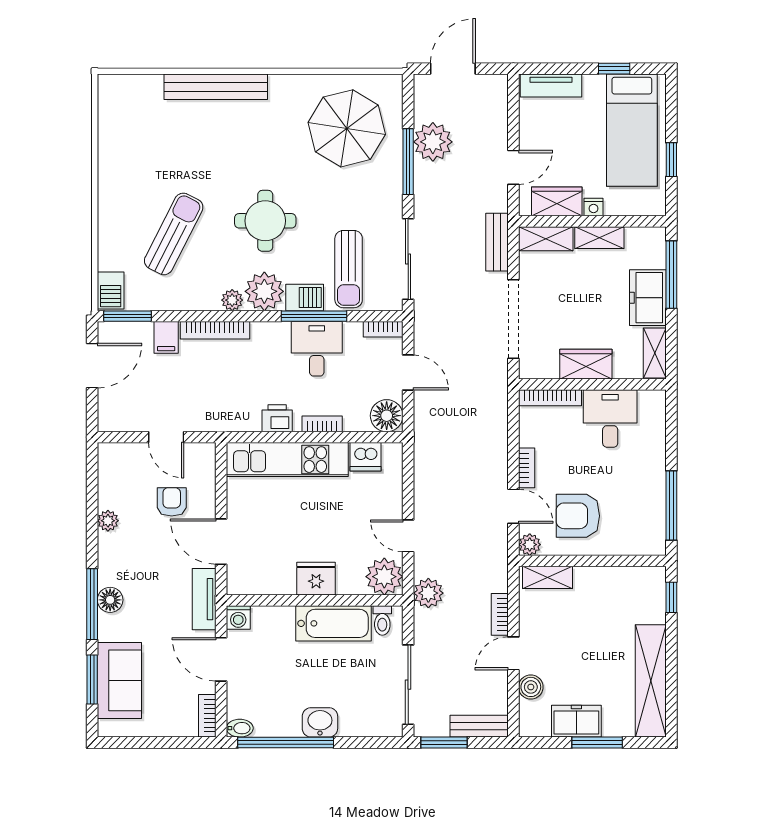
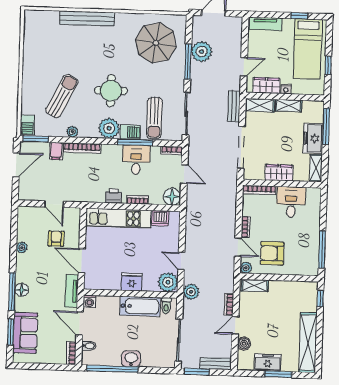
plant: (232, 300) -> (72, 132), moved
bidet: (240, 728) -> (89, 346), moved

